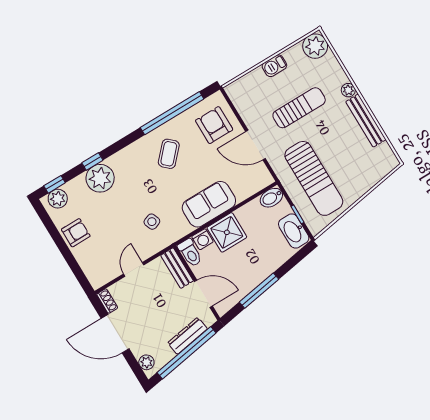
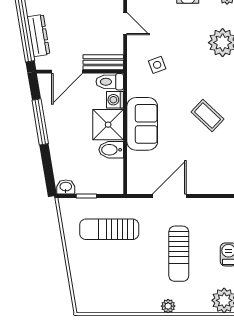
bench: (366, 121) -> (132, 305), removed
armchair: (214, 125) -> (209, 170), removed
sun lounger: (314, 178) -> (109, 229), width x0.73, depth x0.75
bidet: (271, 198) -> (111, 150), moved, turned -90
washbasin: (294, 231) -> (66, 187), width x0.52, depth x0.69

